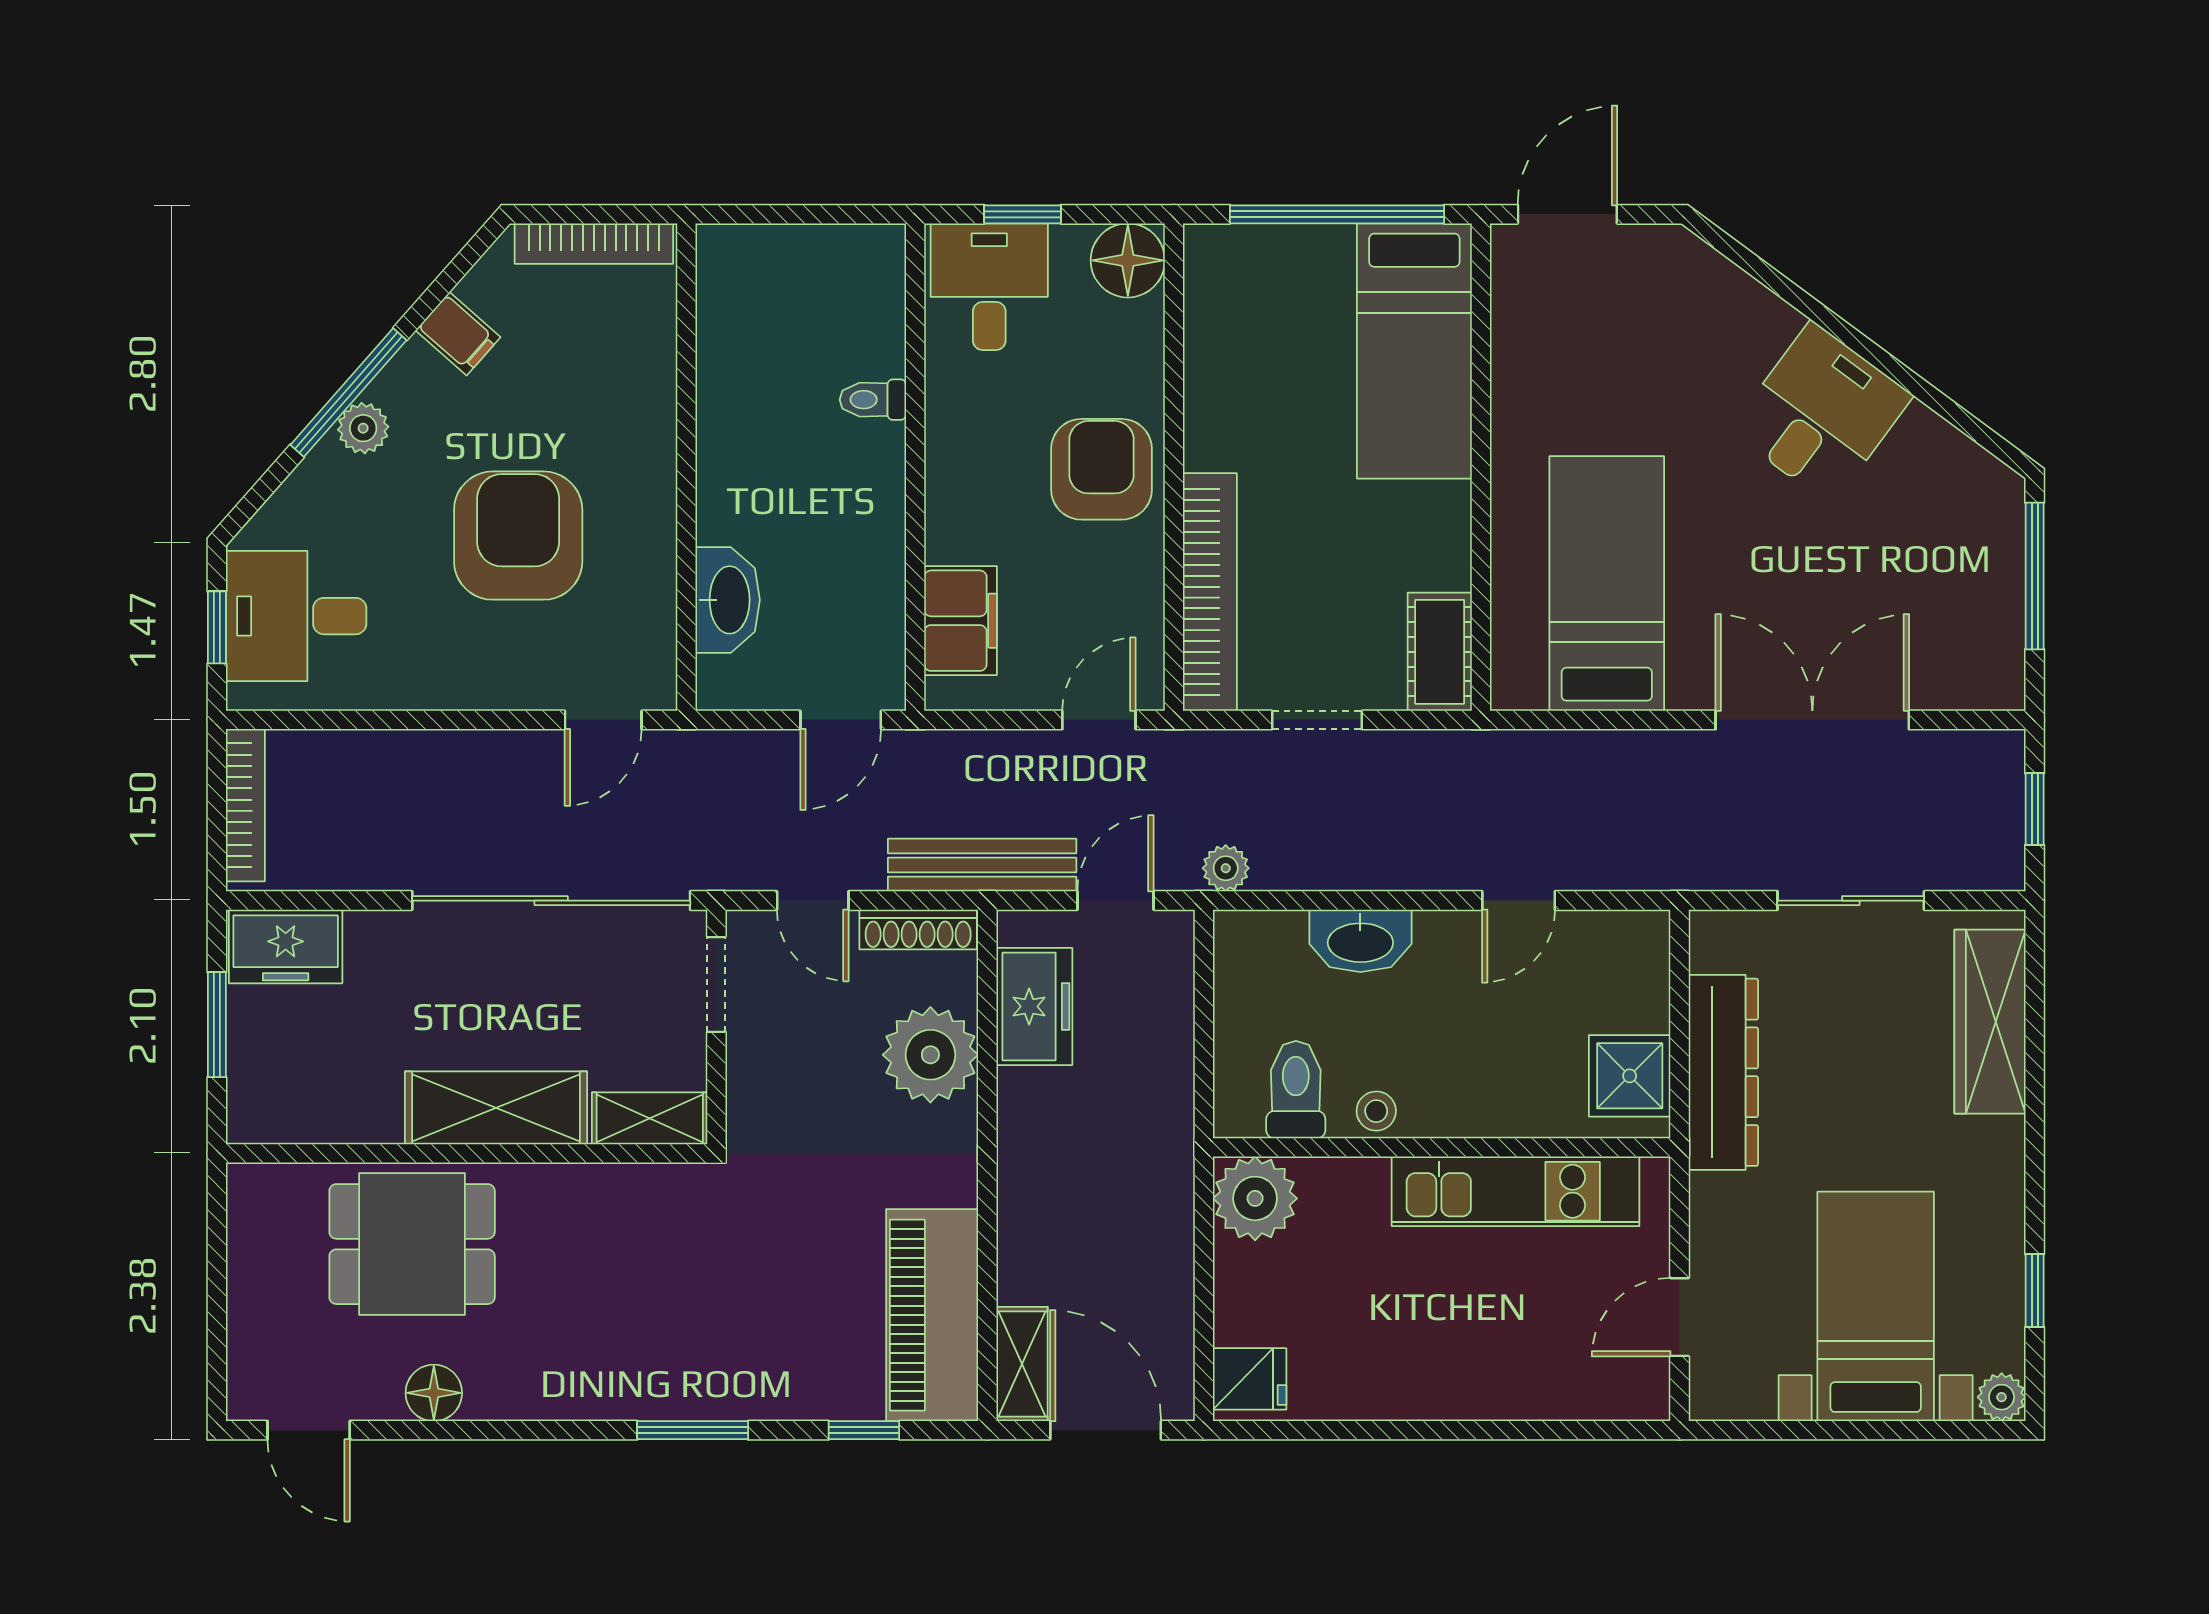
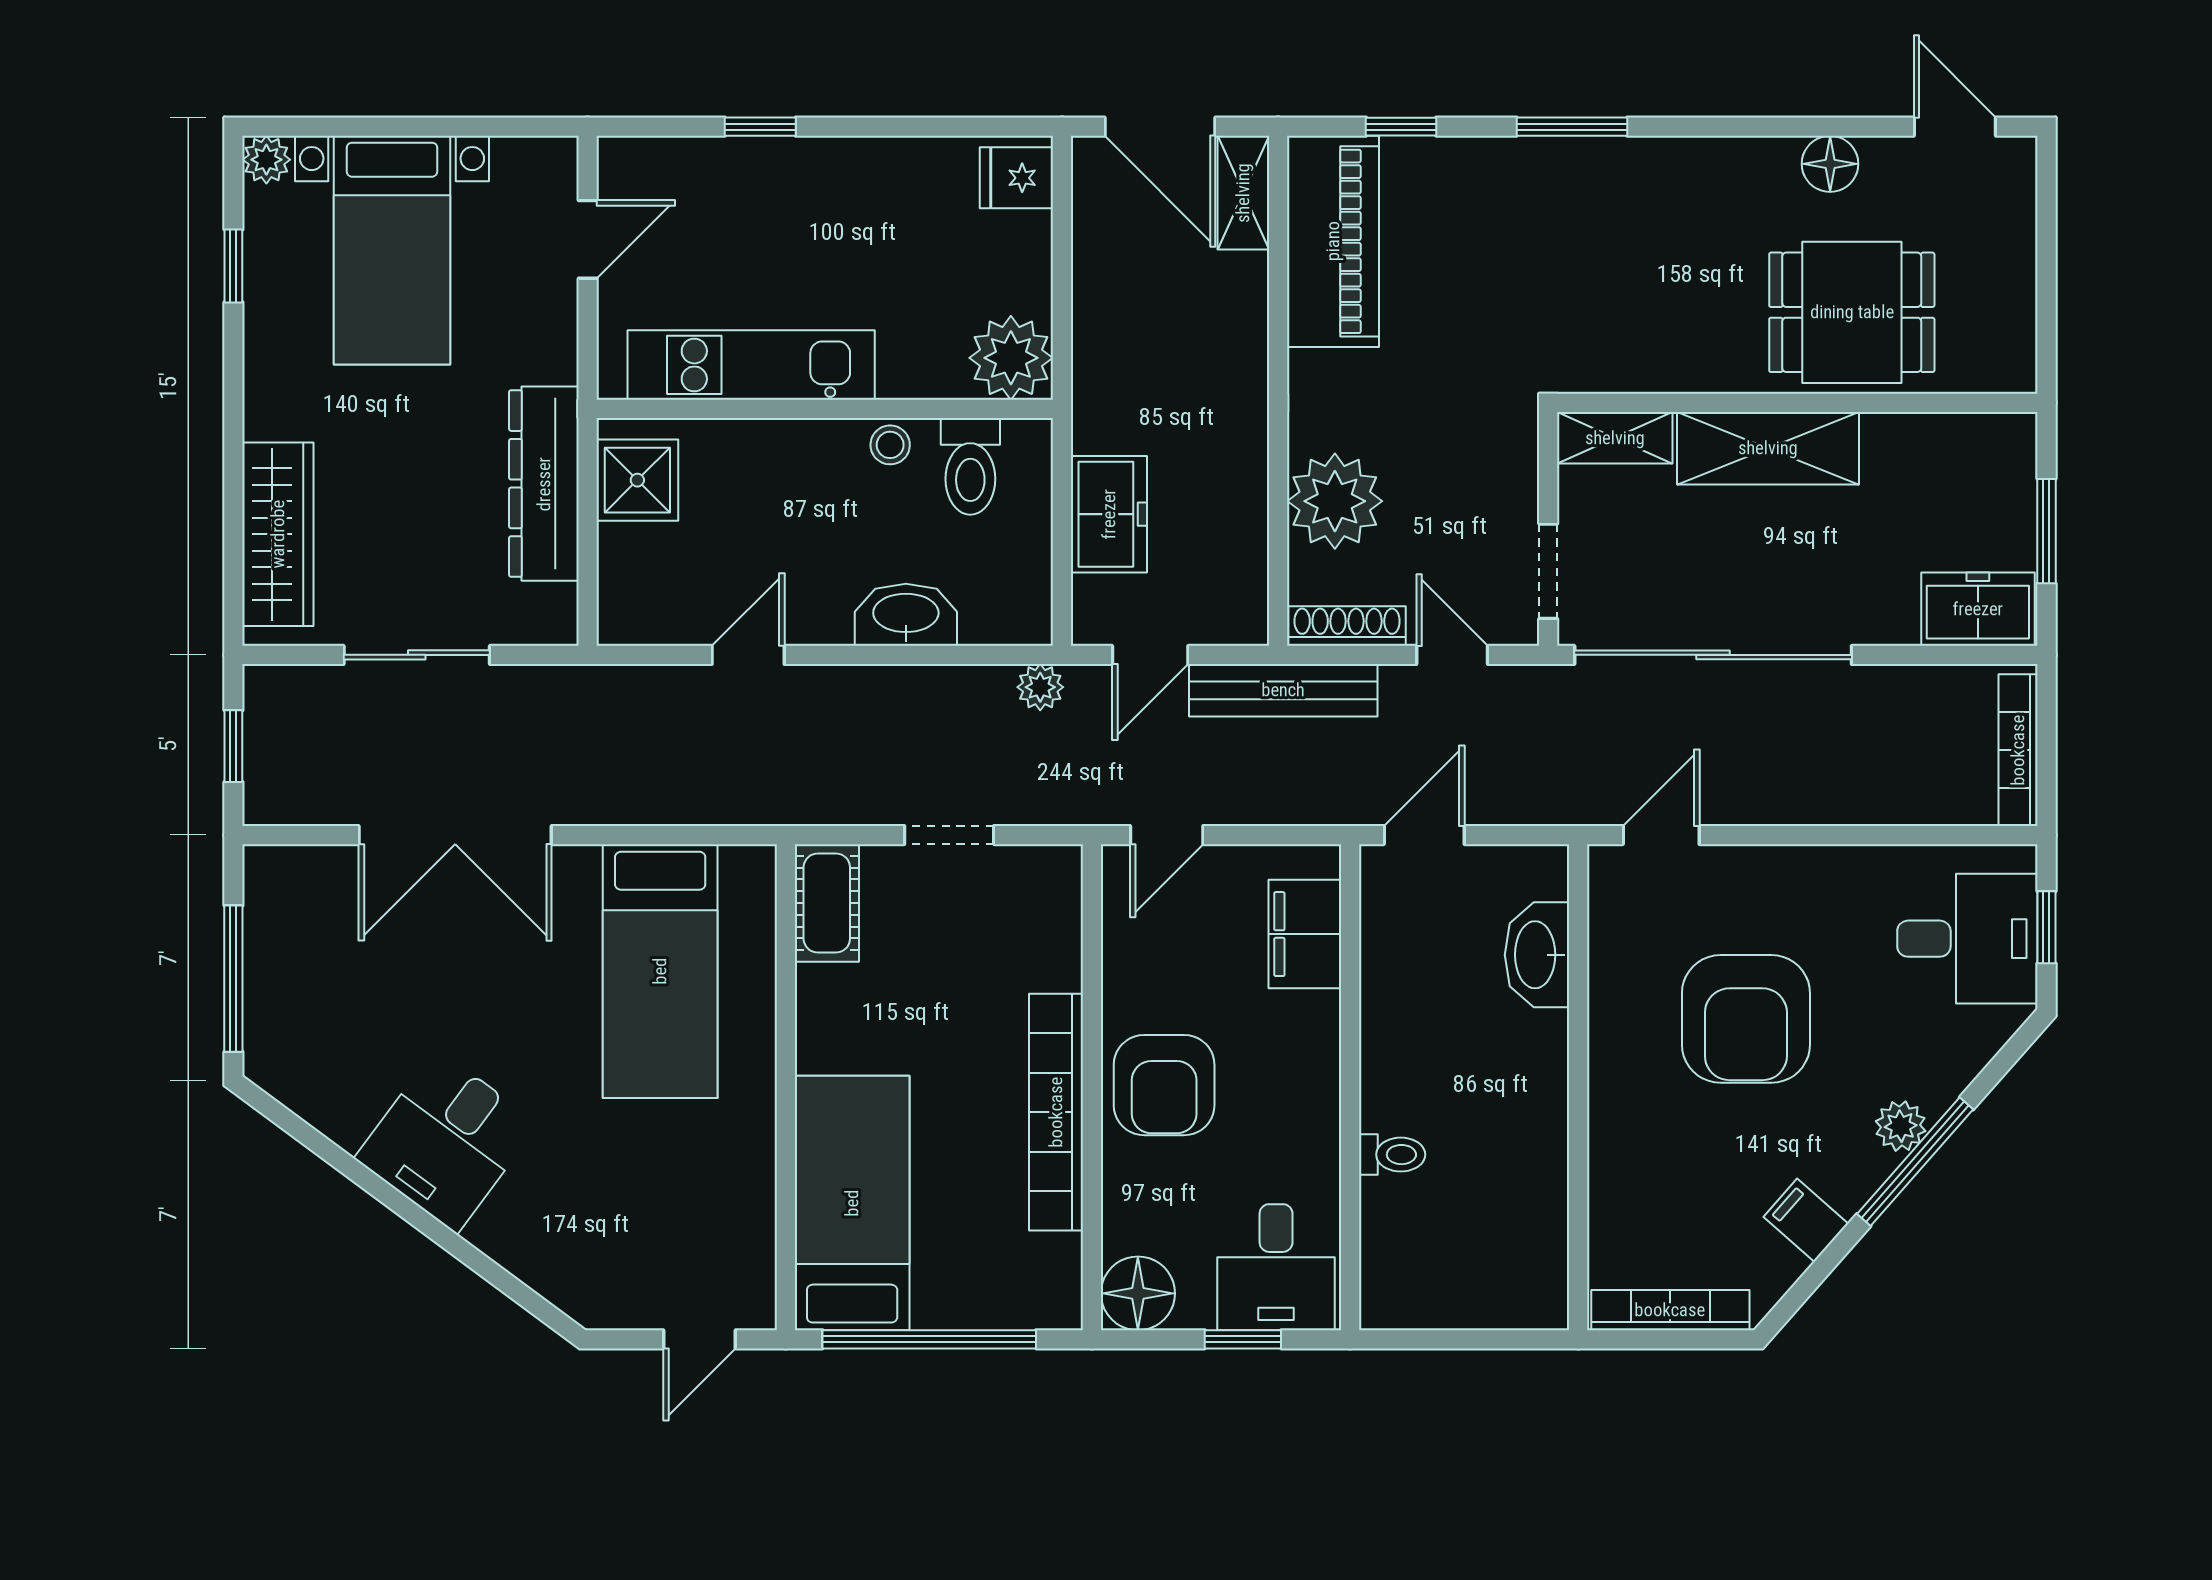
door: (1567, 214) -> (699, 1339), width x0.73
bookcase: (1210, 592) -> (1056, 1112), moved
freezer: (1034, 1006) -> (1109, 514), moved, turned 180
window: (1506, 1430) -> (760, 127), added

